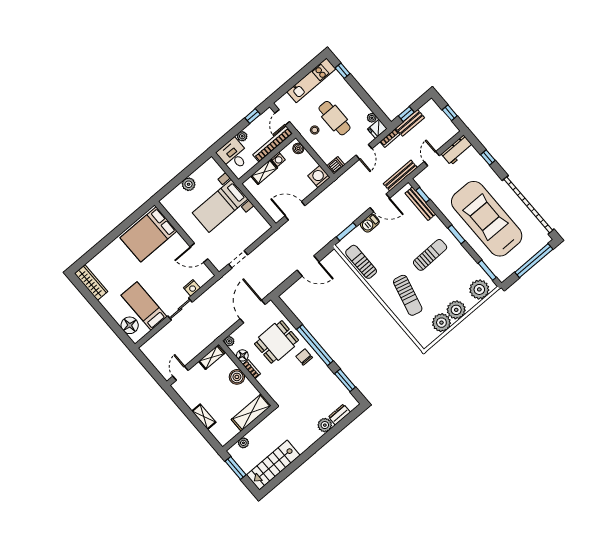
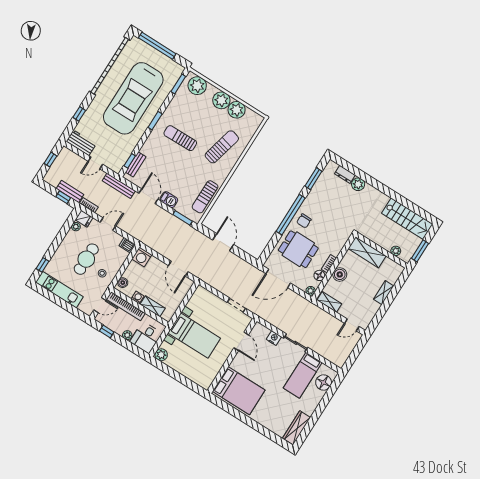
plant: (189, 184) -> (161, 355), moved
bench: (420, 204) -> (136, 164), width x0.73

